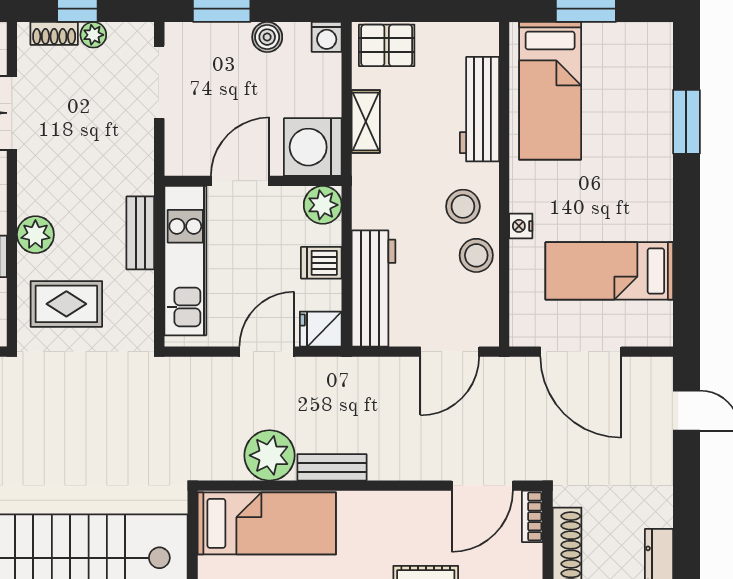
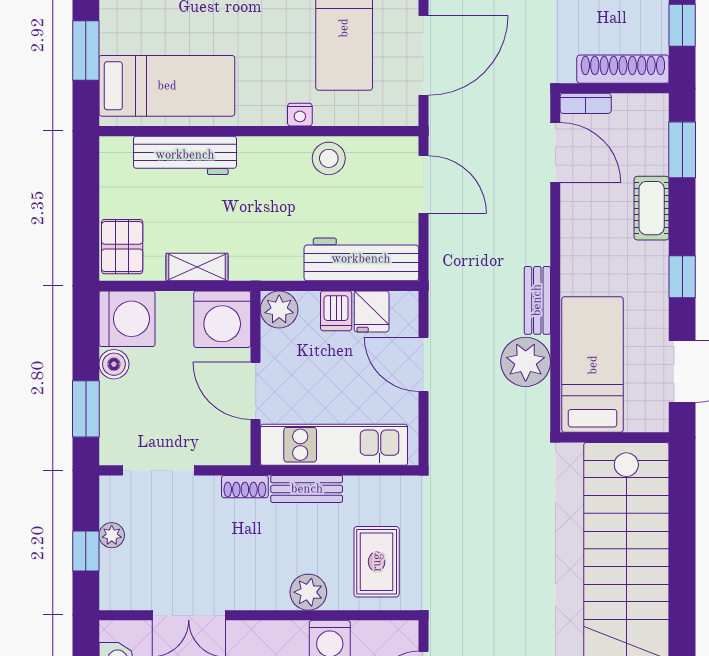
shoe rack: (54, 33) -> (245, 487), moved, turned 90
washing machine: (327, 37) -> (127, 319), width x1.89, depth x1.89
stool: (463, 206) -> (281, 172), removed
fridge: (321, 329) -> (372, 311), moved

